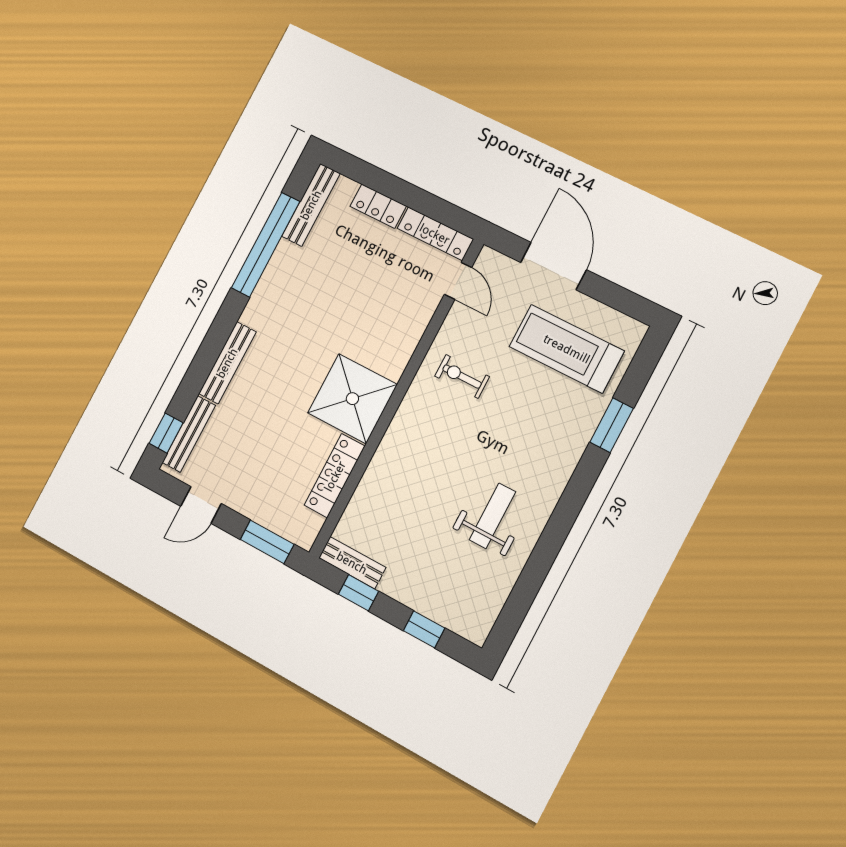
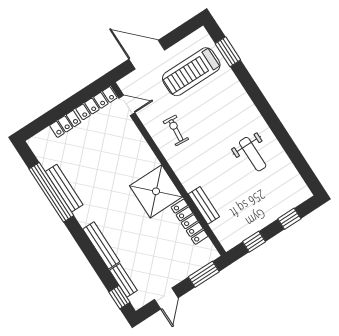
bench: (311, 205) -> (64, 188), moved
exercise bike: (462, 376) -> (176, 130), turned 95
window: (612, 425) -> (228, 52), moved
bench: (189, 434) -> (123, 280), width x0.73
weight bench: (492, 516) -> (253, 154), turned 180
bench: (352, 563) -> (204, 205), moved, turned 90

